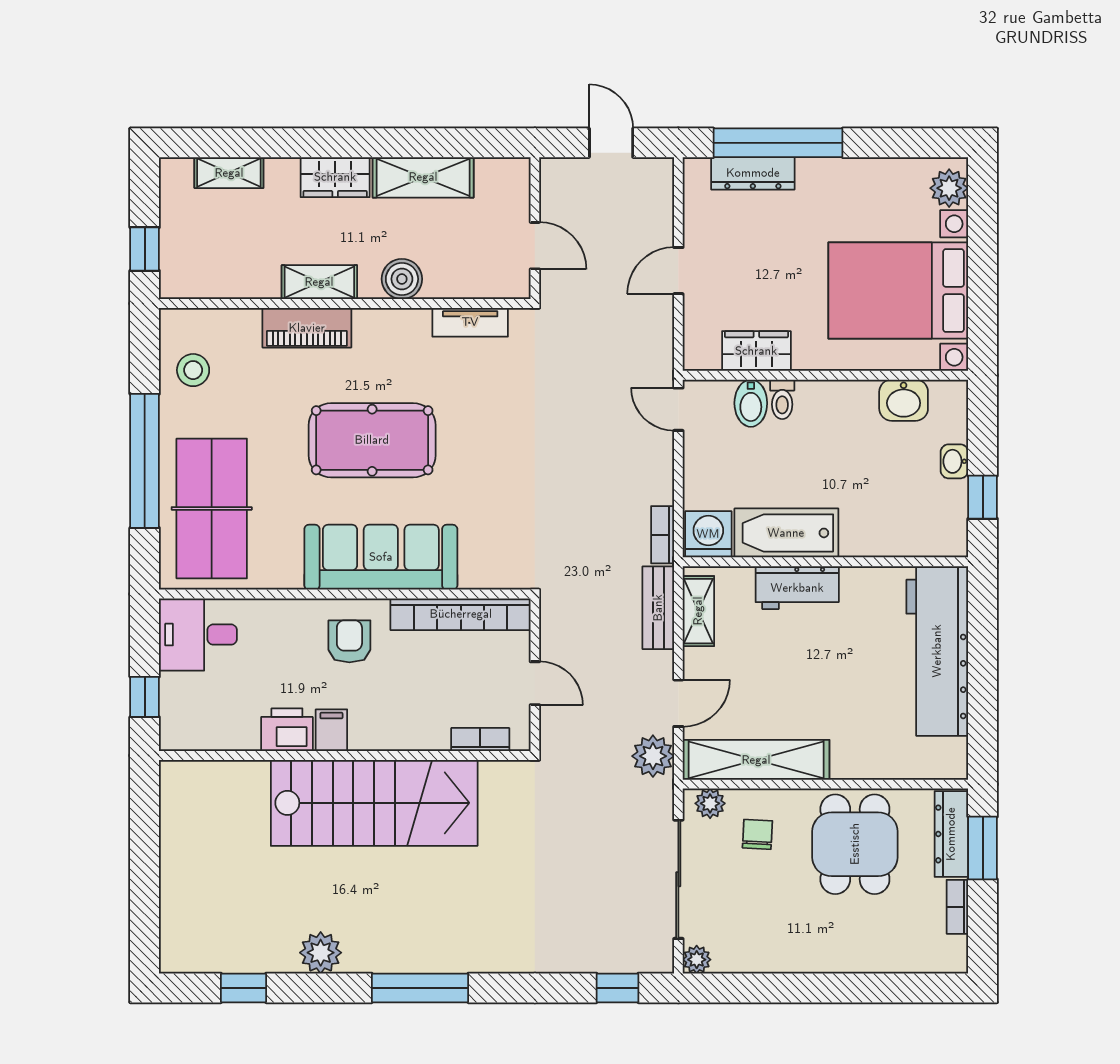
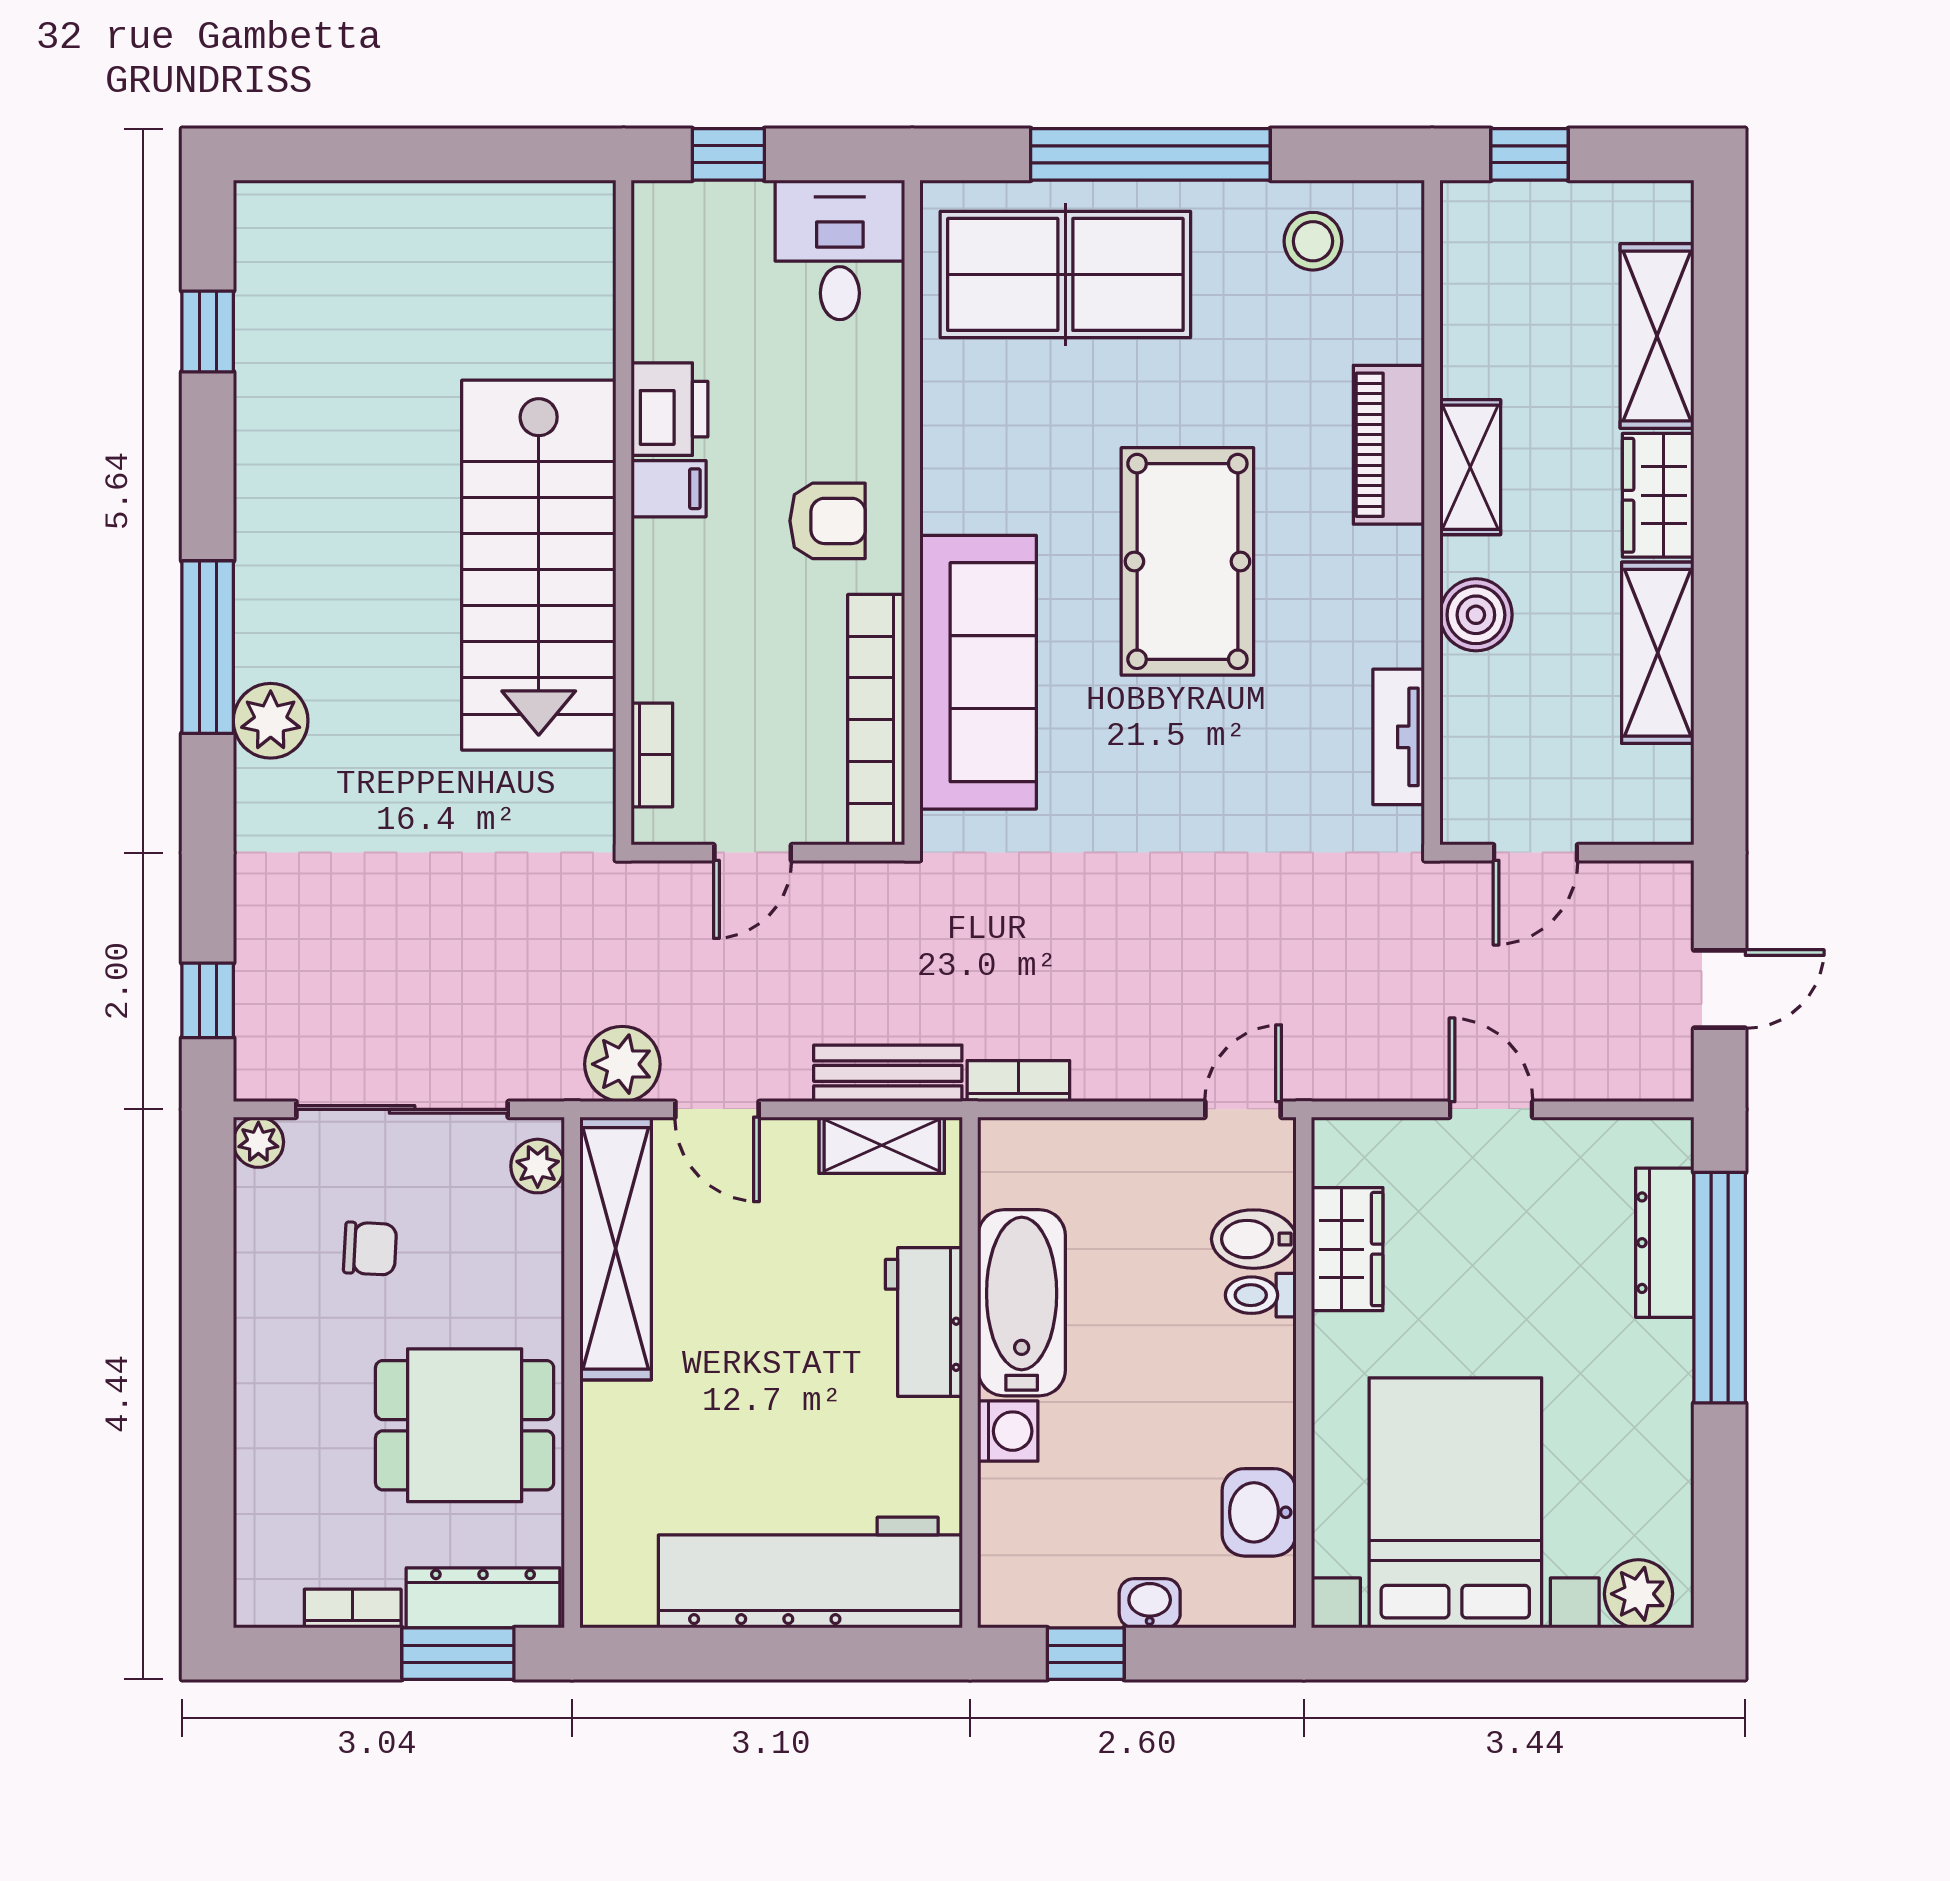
shelving: (229, 173) -> (1657, 336), width x1.50, depth x1.33
washing machine: (708, 534) -> (1008, 1431), moved, width x0.73, depth x0.73
sofa: (381, 557) -> (978, 672), moved
chair: (757, 834) -> (370, 1249), moved
plant: (321, 953) -> (271, 721), moved

